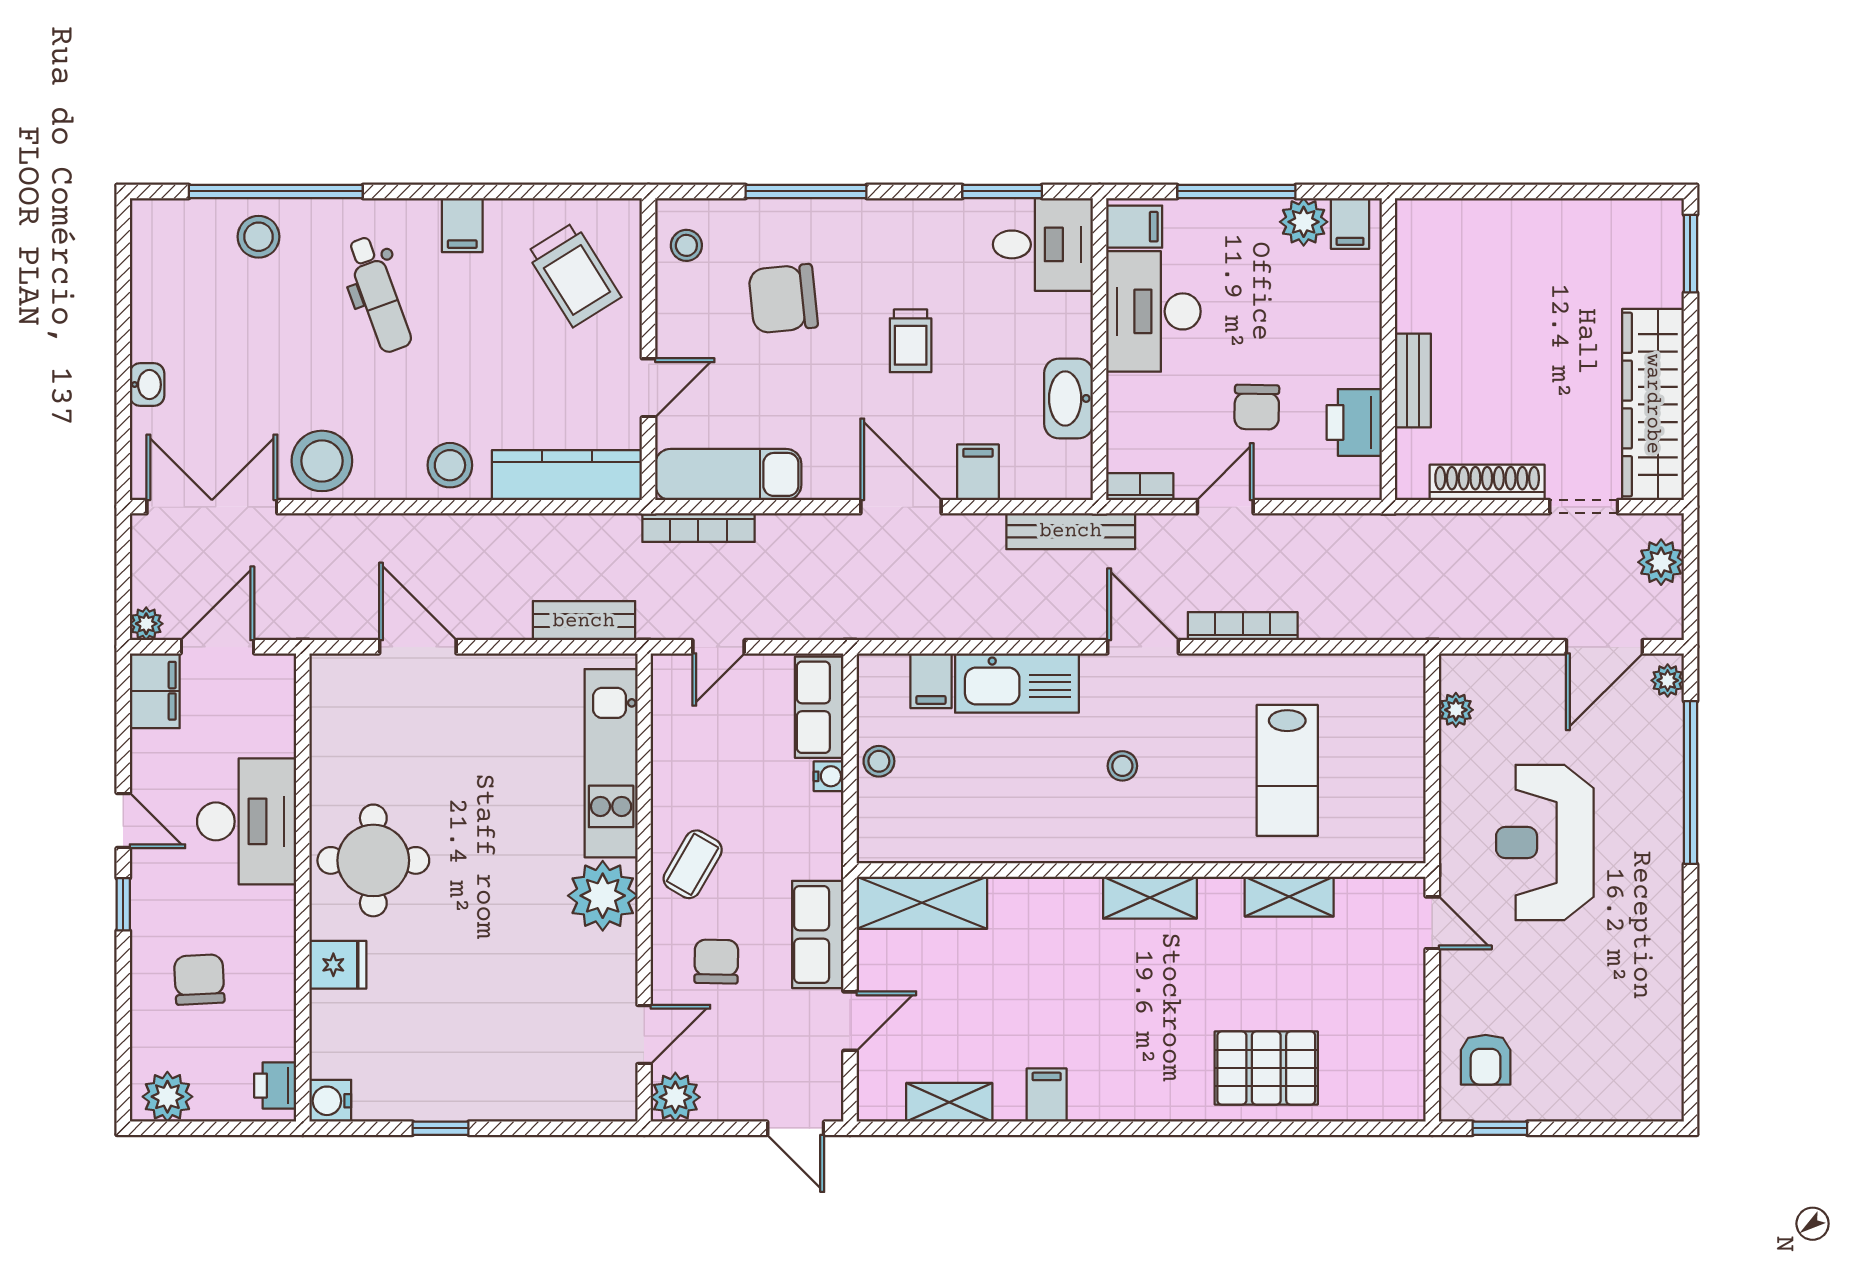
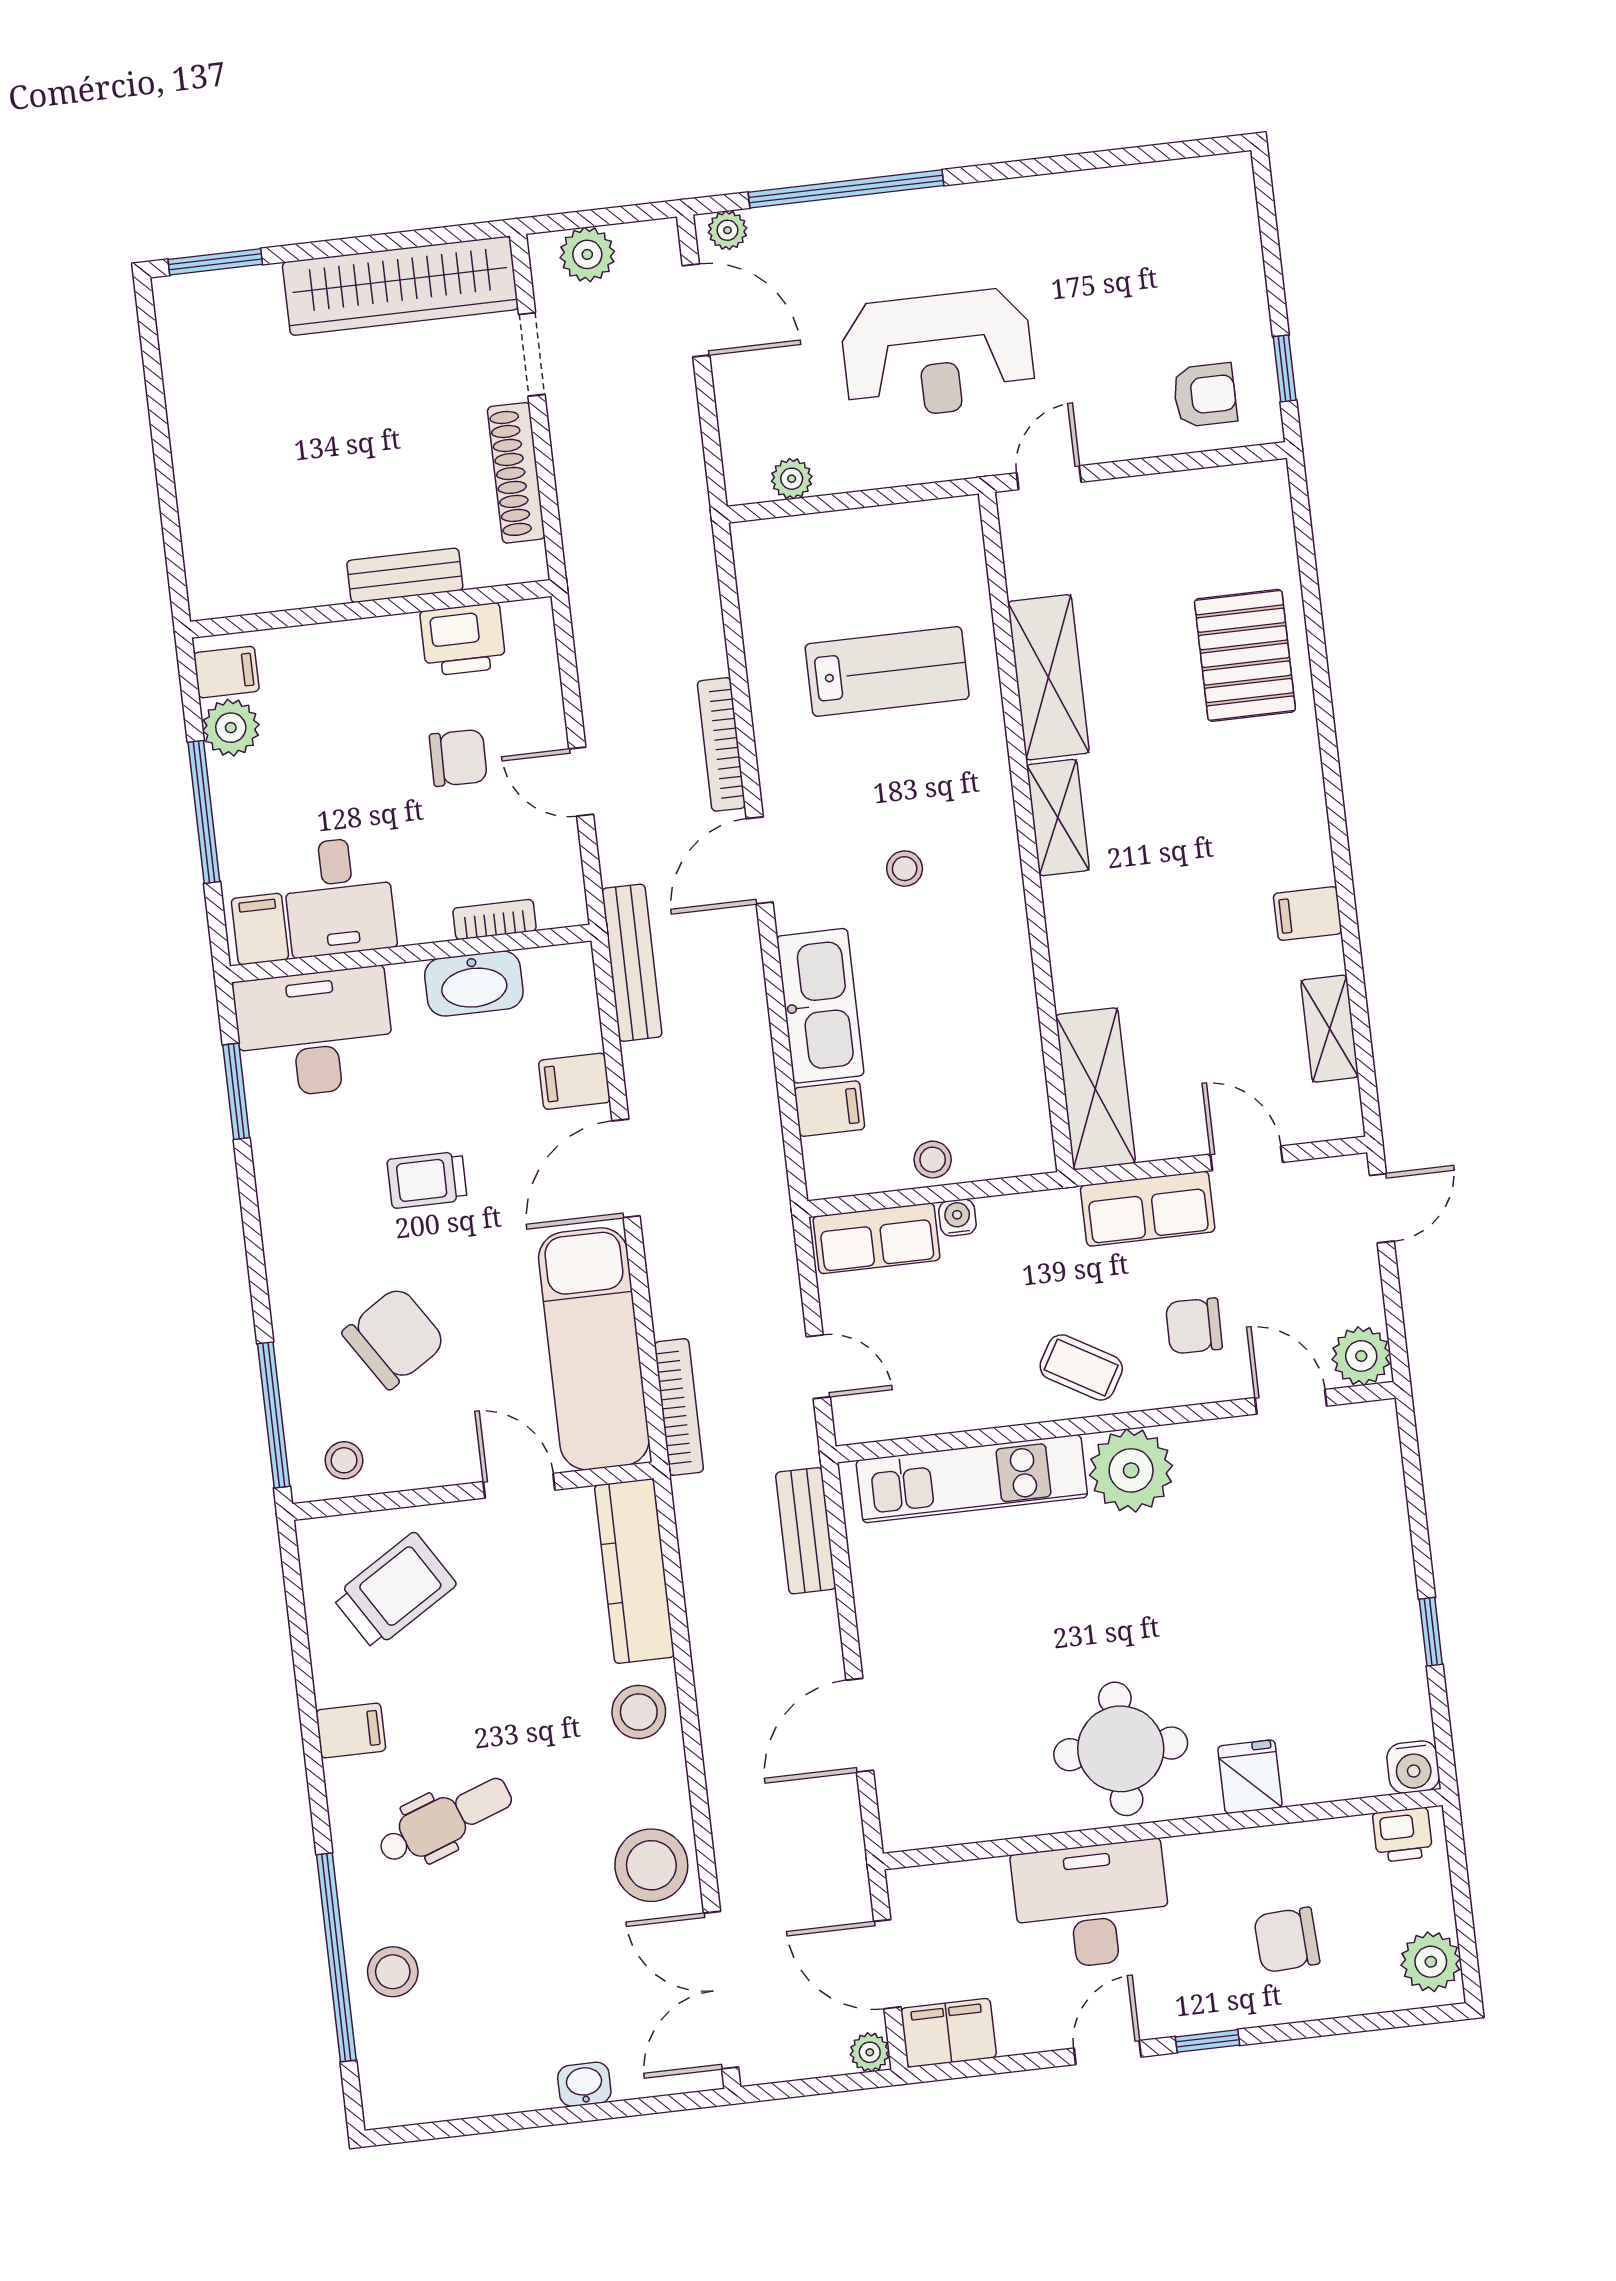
window: (806, 191) -> (274, 1415), moved
desk: (1043, 244) -> (314, 1033), width x1.37
chair: (783, 299) -> (394, 1338), turned -117
desk: (1153, 311) -> (339, 897), width x0.73
trolley: (911, 341) -> (427, 1180), turned 180
exam couch: (728, 474) -> (594, 1349), width x1.36, depth x1.45
bookcase: (1140, 487) -> (495, 920), moved, turned 90
shelving: (1289, 897) -> (1048, 677), width x1.50, depth x1.33

